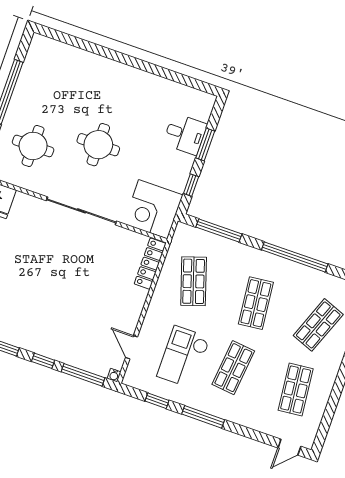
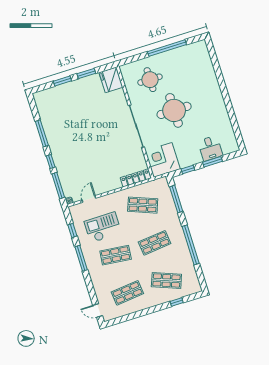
round table: (98, 145) -> (174, 110), width x1.36, depth x1.36
shop shelf: (194, 281) -> (143, 205), turned 39

